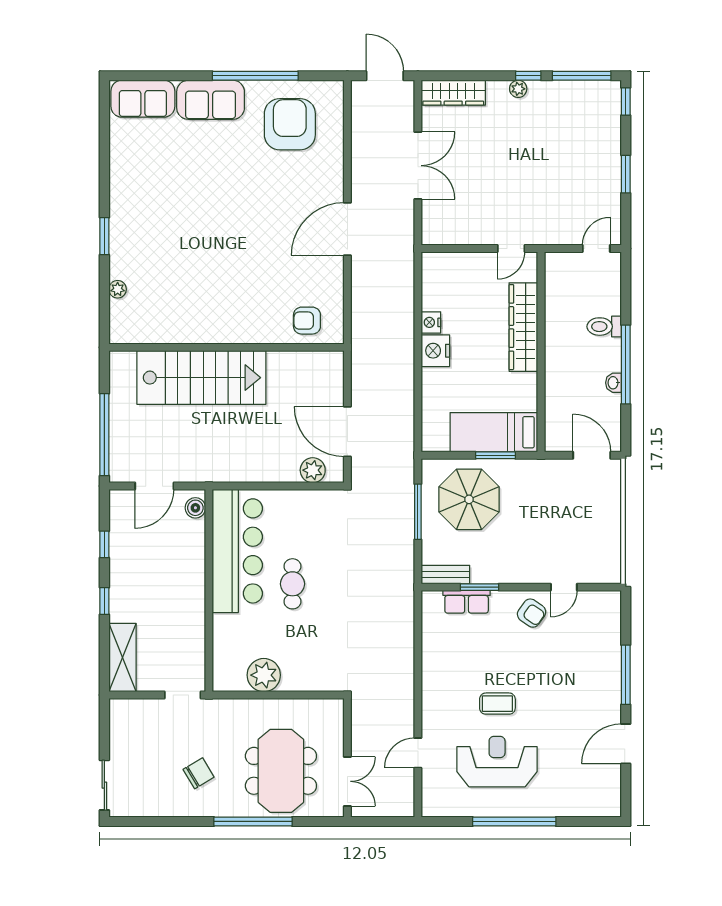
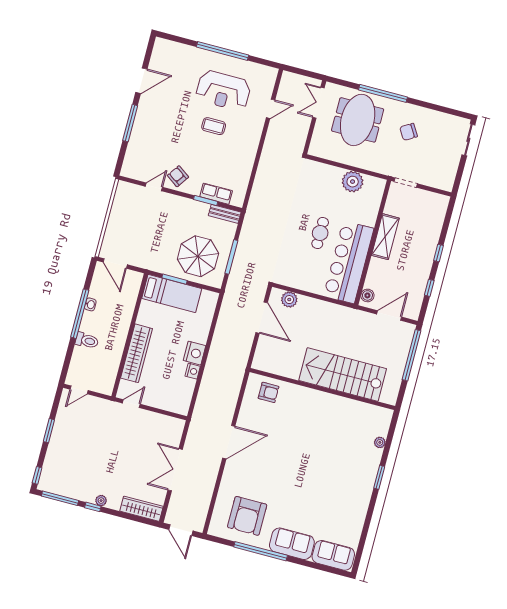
shelving: (122, 658) -> (385, 237), moved

